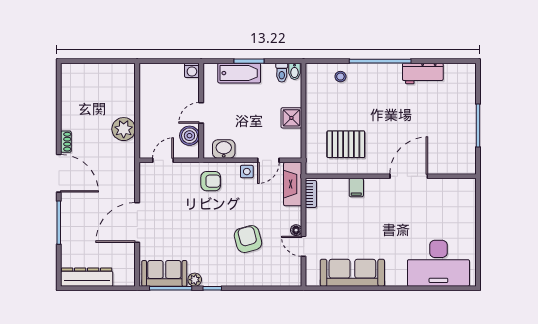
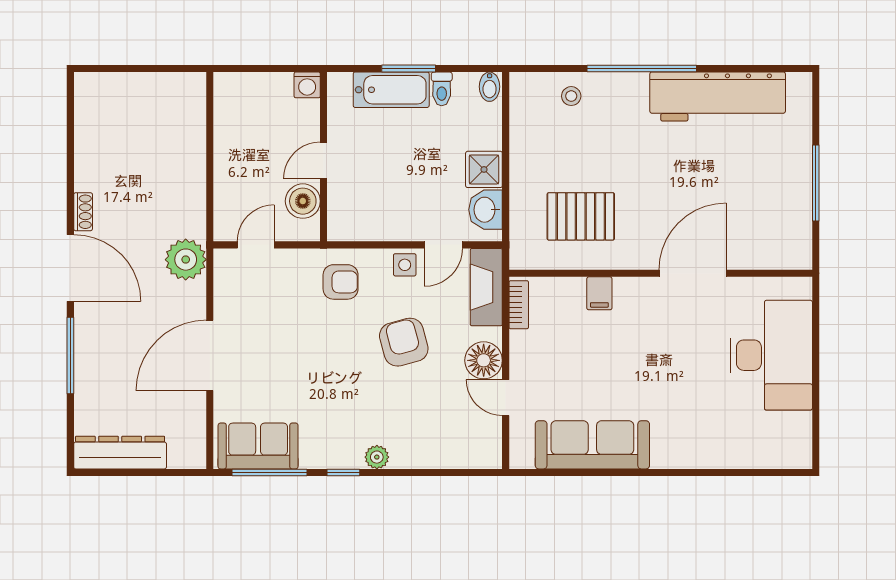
toilet: (282, 73) -> (442, 89), moved
workbench: (423, 73) -> (718, 97), width x1.88, depth x1.32
plant: (124, 129) -> (186, 260), moved
washbasin: (224, 149) -> (486, 210), moved, turned -90
floor lamp: (296, 230) -> (484, 360), width x1.89, depth x1.89
armchair: (248, 239) -> (404, 342), moved
desk: (438, 263) -> (771, 355), moved, turned -90
plant: (195, 280) -> (377, 457), moved

